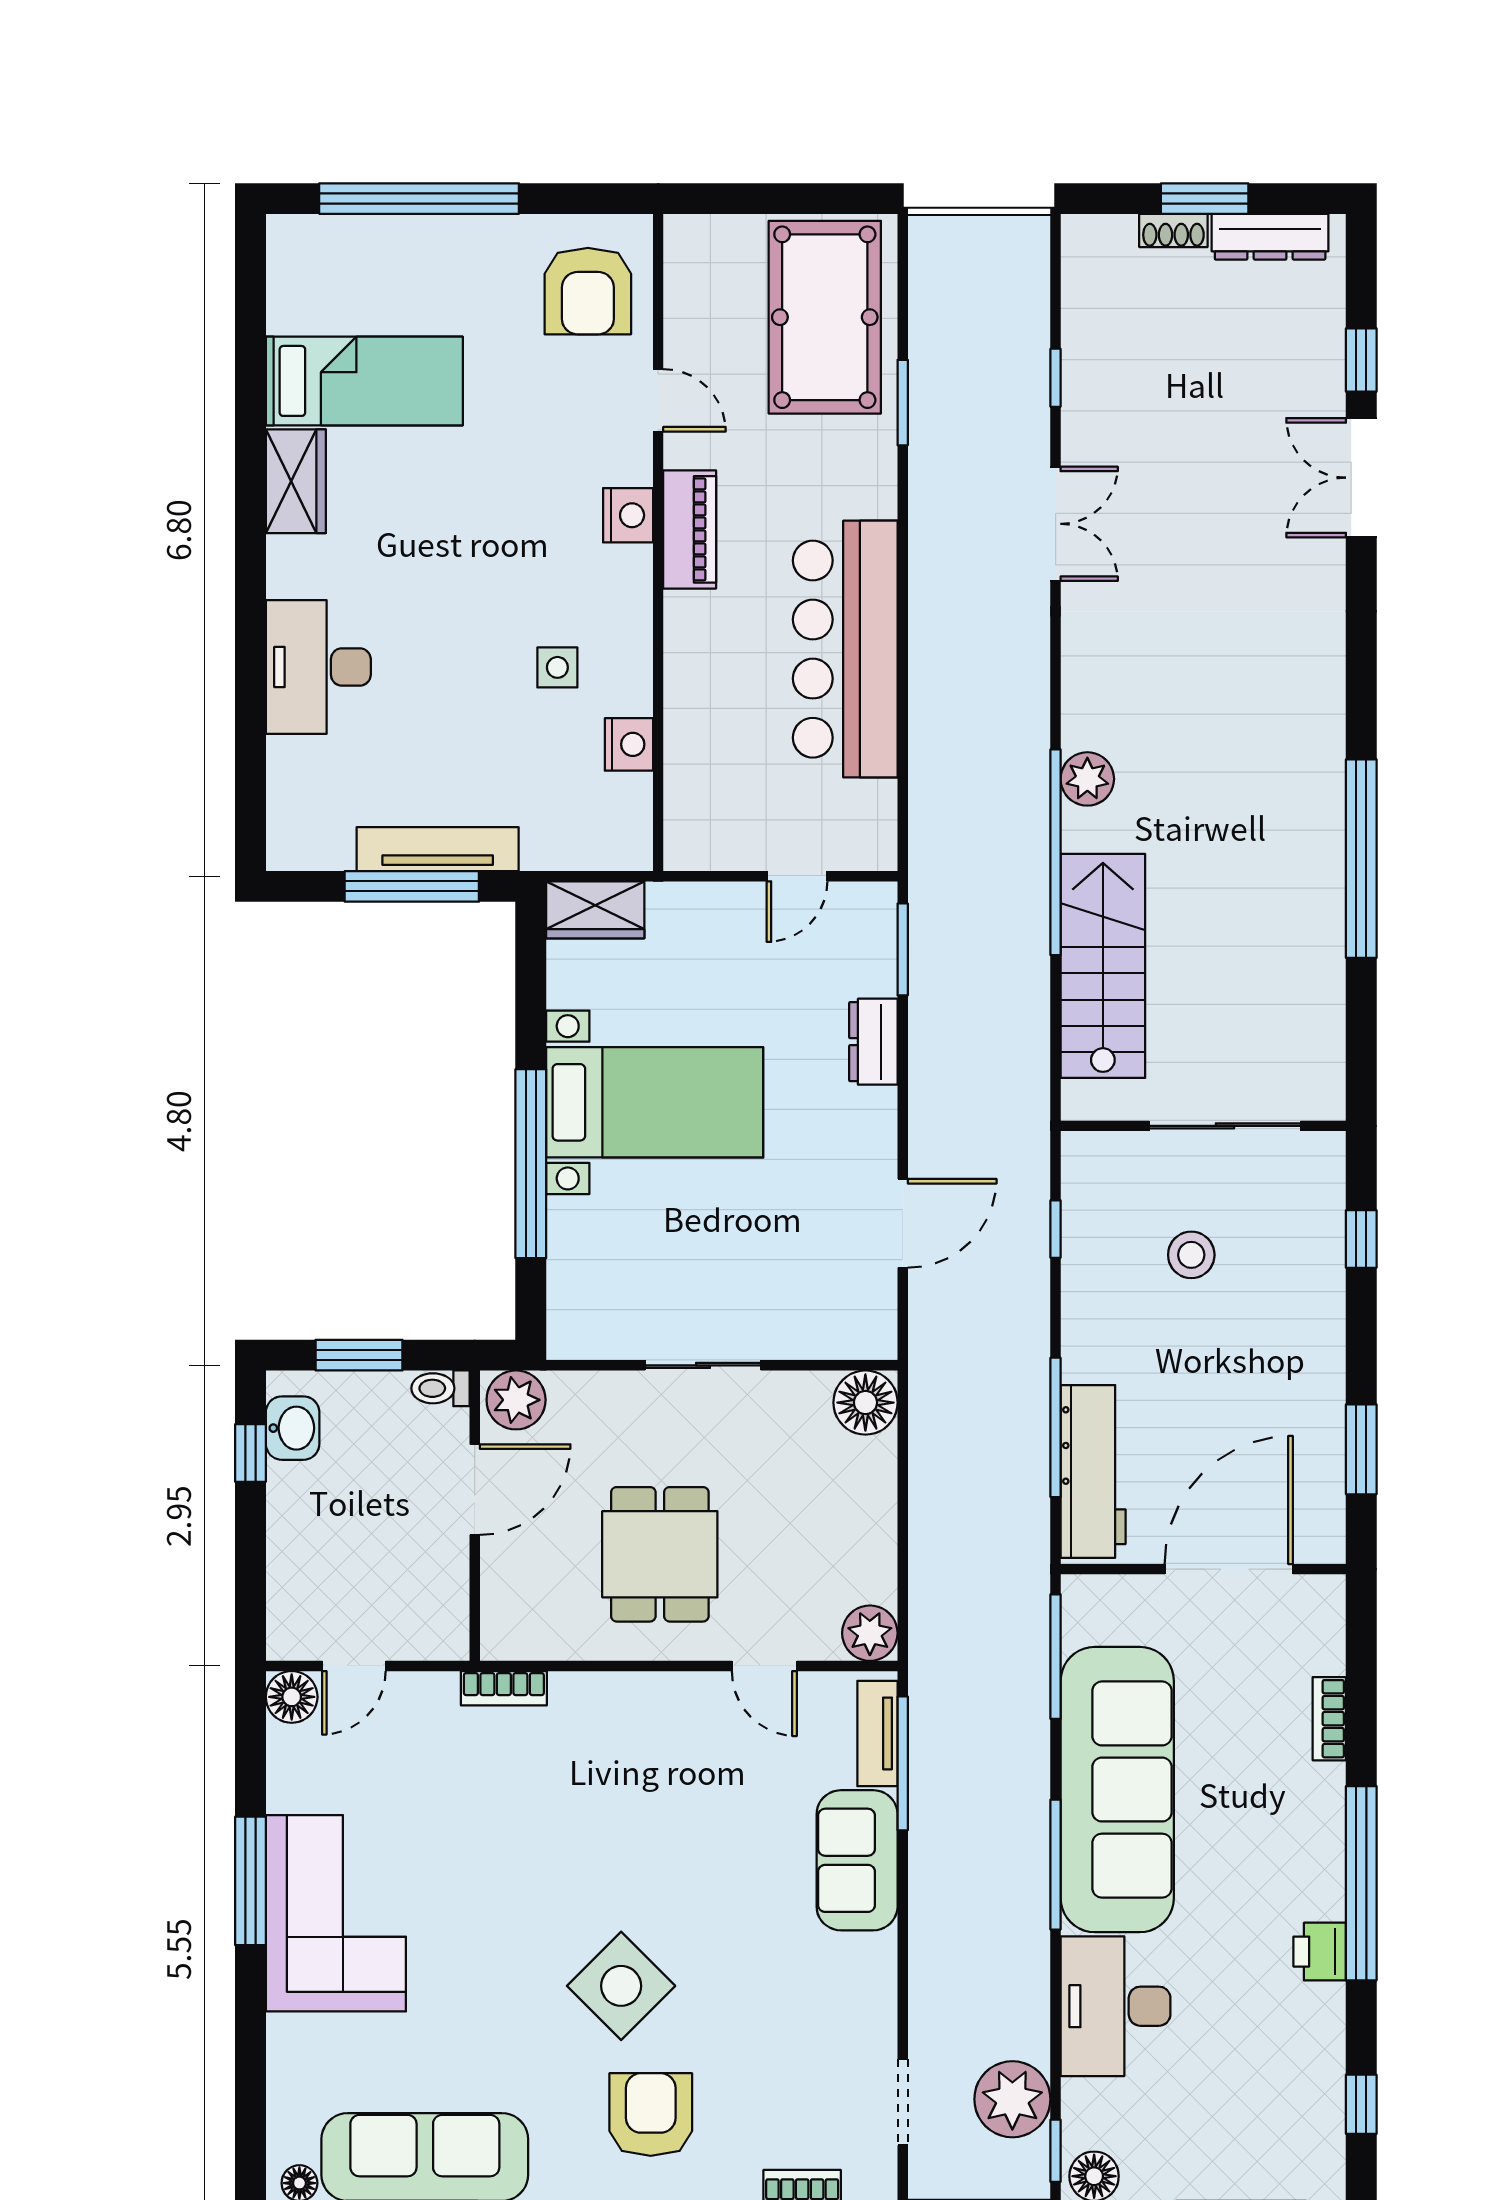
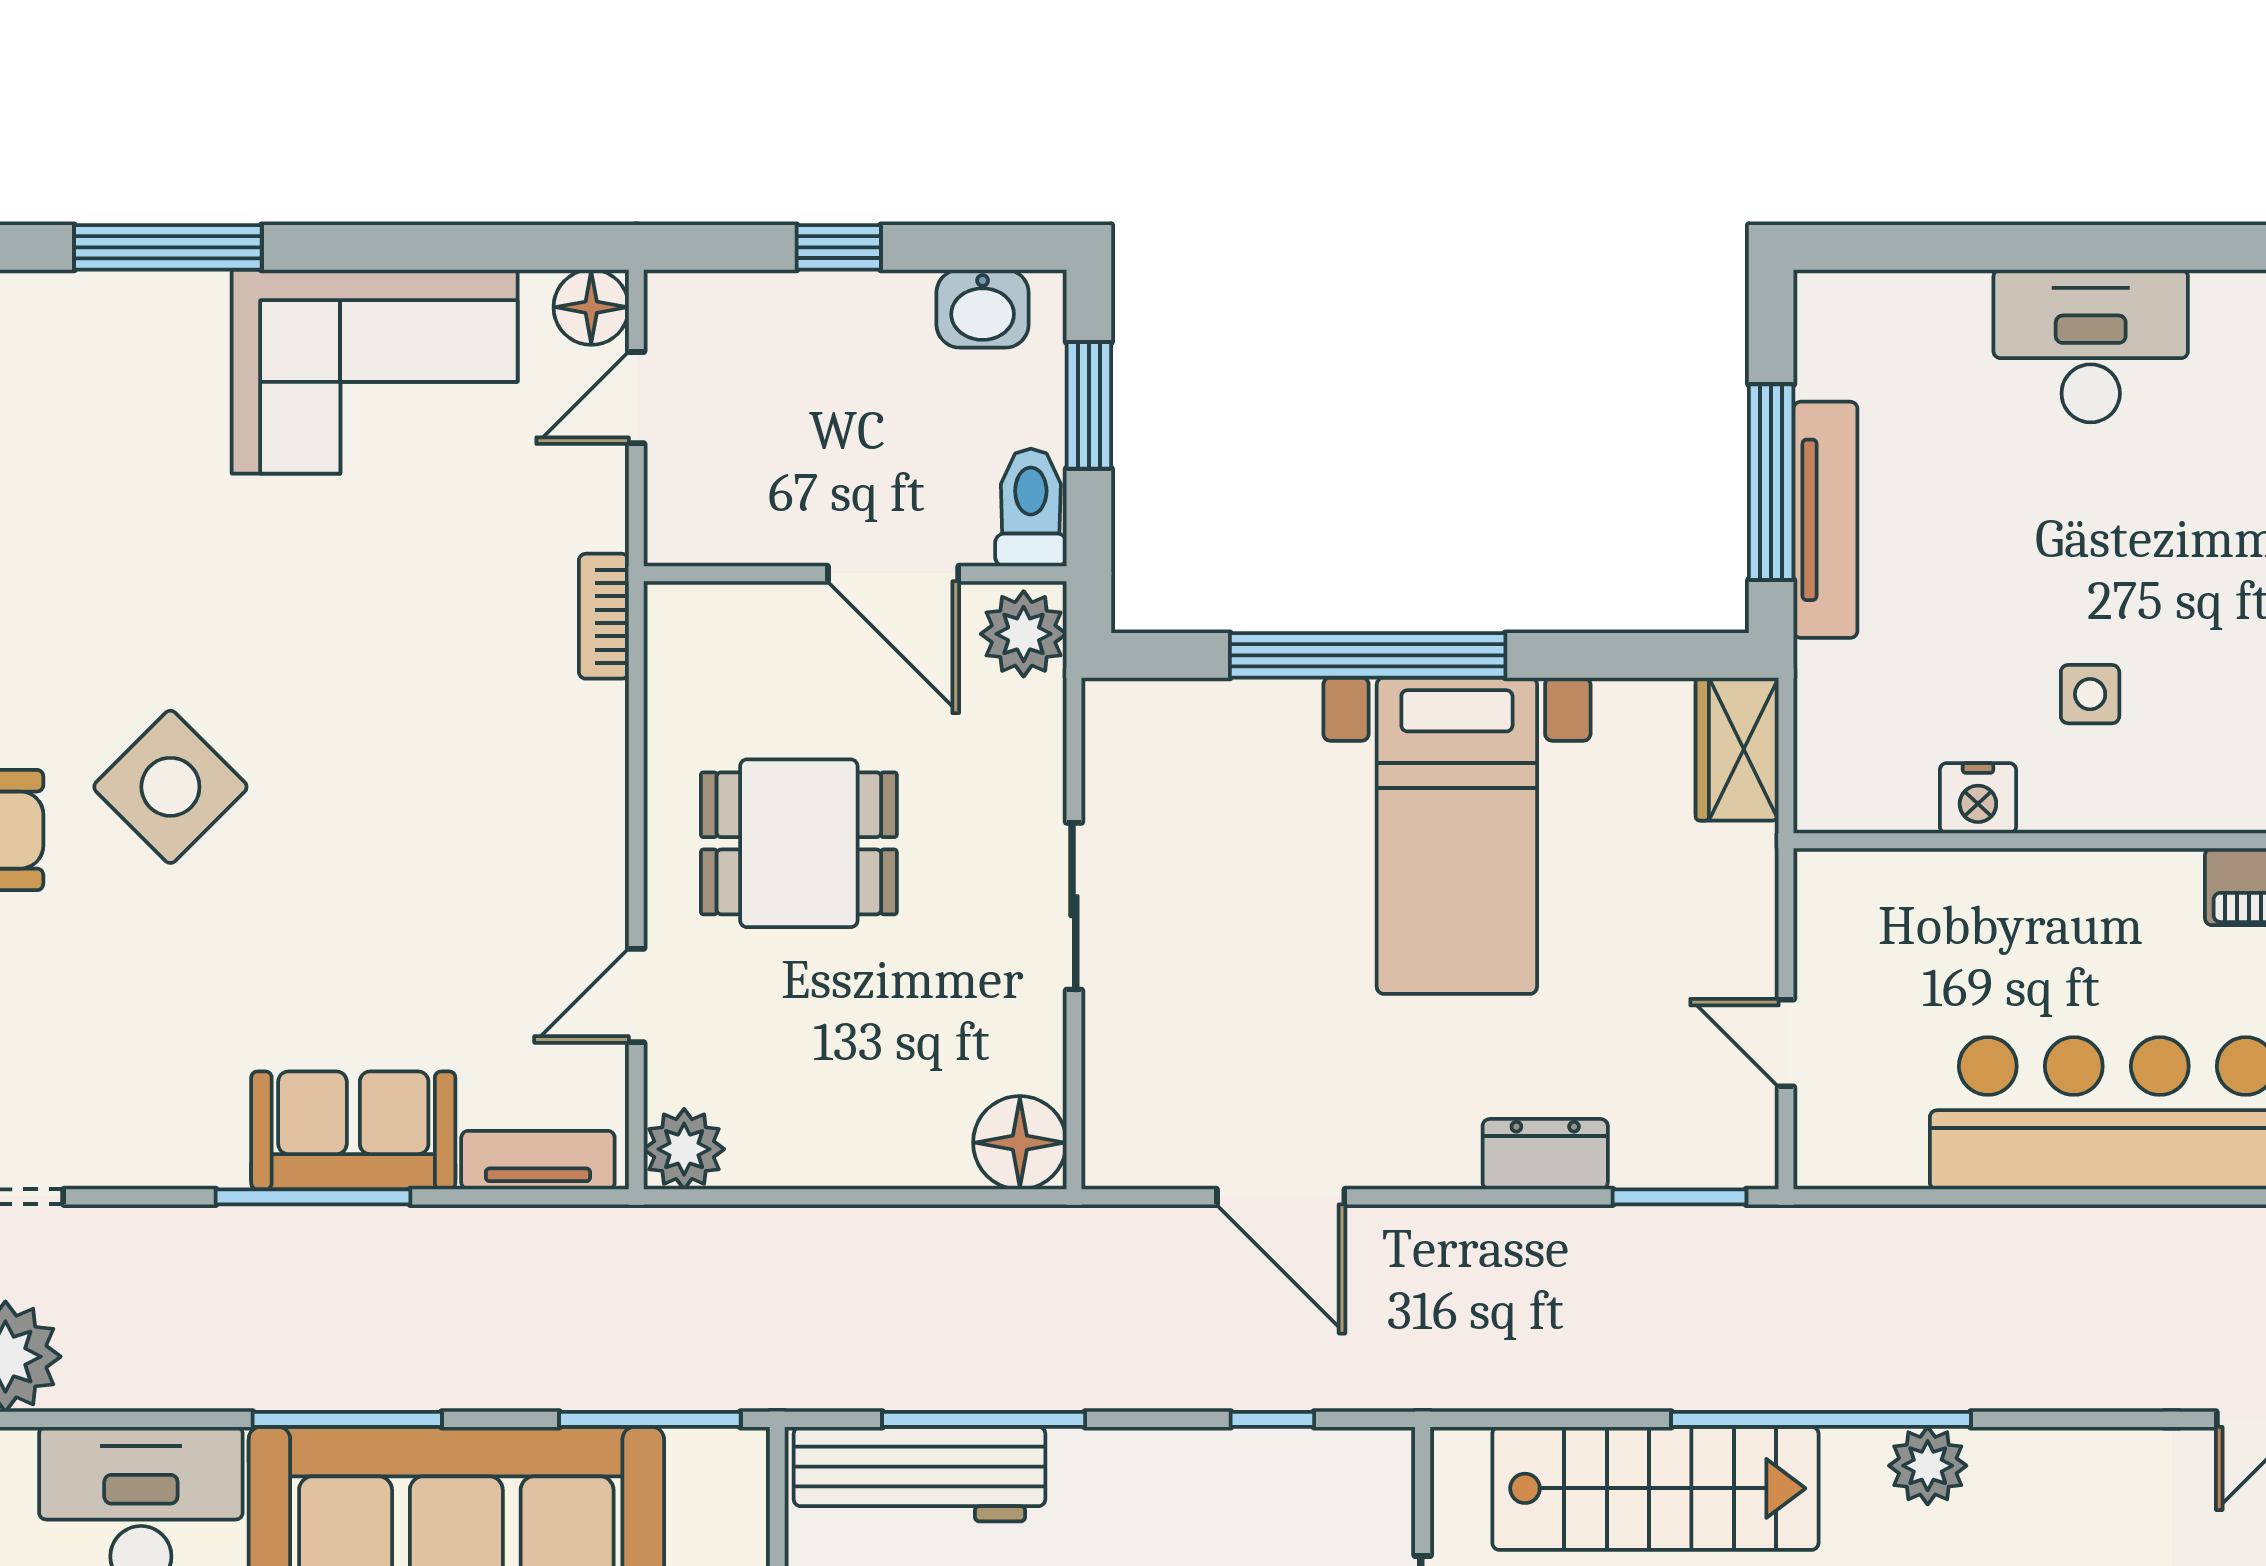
toilet: (440, 1388) -> (1031, 507), width x1.37, depth x1.39
window: (250, 1453) -> (839, 247), moved
door: (354, 1666) -> (636, 398), hinge flipped
window: (903, 1763) -> (313, 1197), moved
window: (250, 1881) -> (168, 247), moved
corner sofa: (336, 1913) -> (375, 372), moved

